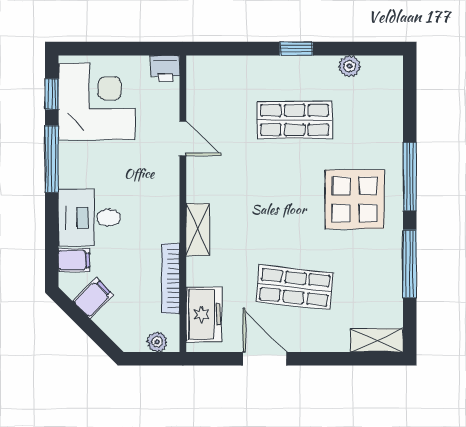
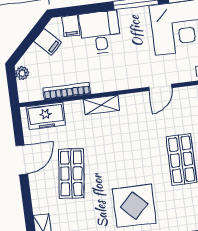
plant: (157, 342) -> (22, 73), moved

